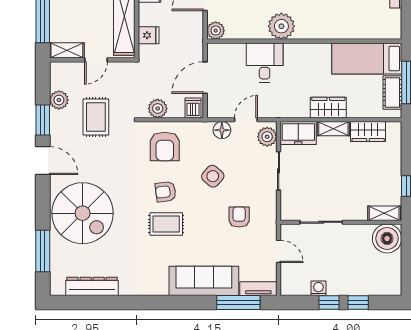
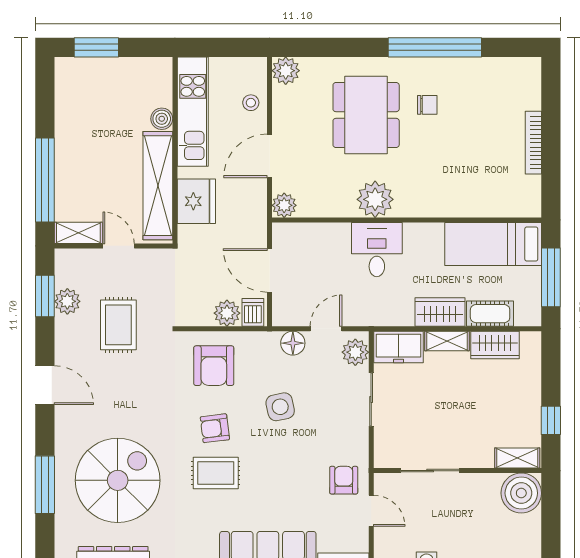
fridge: (149, 35) -> (196, 201), width x1.88, depth x1.34
door: (96, 60) -> (119, 246), swing flipped
desk: (265, 63) -> (377, 250), moved
door: (205, 78) -> (270, 270), hinge flipped
cot: (392, 92) -> (490, 314), moved, turned 90
plant: (158, 108) -> (227, 313), moved
window: (43, 120) -> (45, 296), moved
side table: (213, 176) -> (280, 407), turned 37
spiral stairs: (83, 213) -> (118, 480), moved, turned -90
armchair: (239, 217) -> (344, 480), moved
window: (43, 251) -> (45, 485), moved

